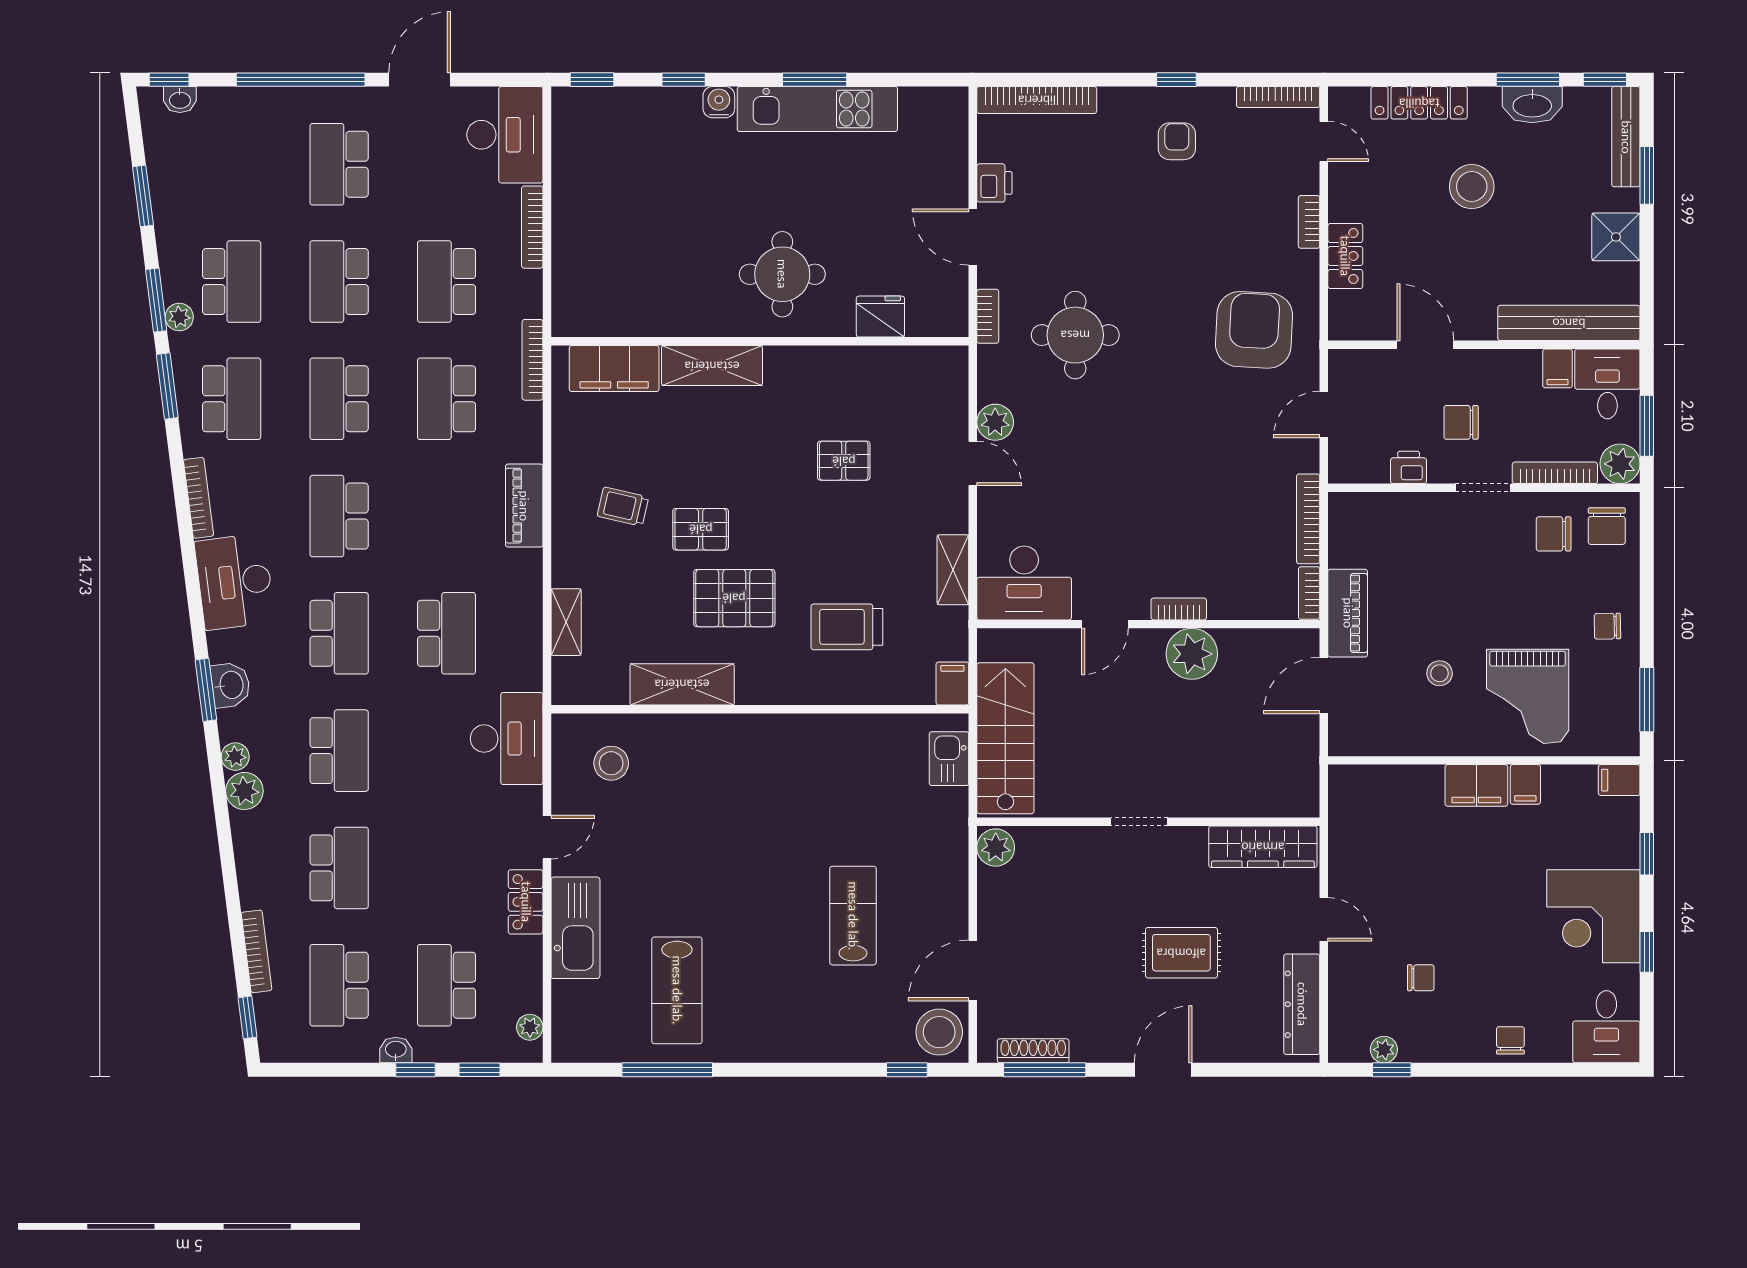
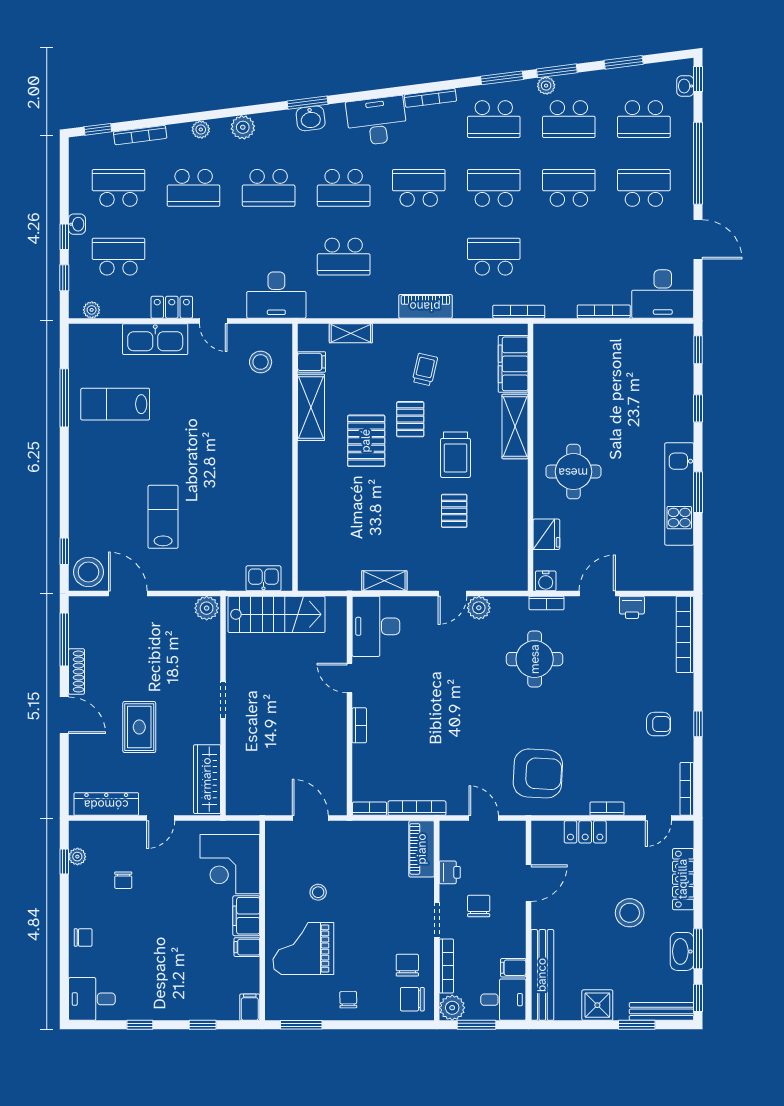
water cooler: (719, 102) -> (546, 581), moved, turned 90
school desk: (447, 282) -> (644, 119), moved, turned 180
piano: (1348, 613) -> (422, 849), moved, turned 90
trolley: (847, 627) -> (455, 455), moved, turned 180
plant: (1192, 654) -> (331, 734), removed
filing cabinet: (952, 683) -> (312, 362), moved
plant: (235, 757) -> (201, 130), moved
lab bench: (853, 916) -> (163, 517), turned -90
corner desk: (1593, 916) -> (230, 864), moved, turned -90
shoe rack: (1033, 1051) -> (76, 672), moved

